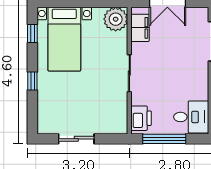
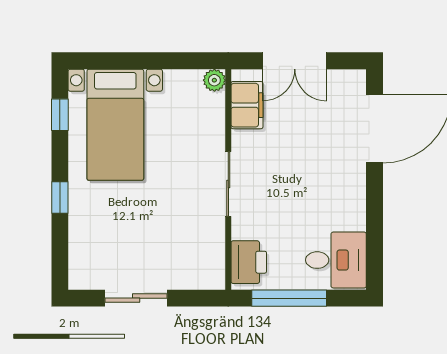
plant: (116, 19) -> (214, 80), width x0.53, depth x0.53

